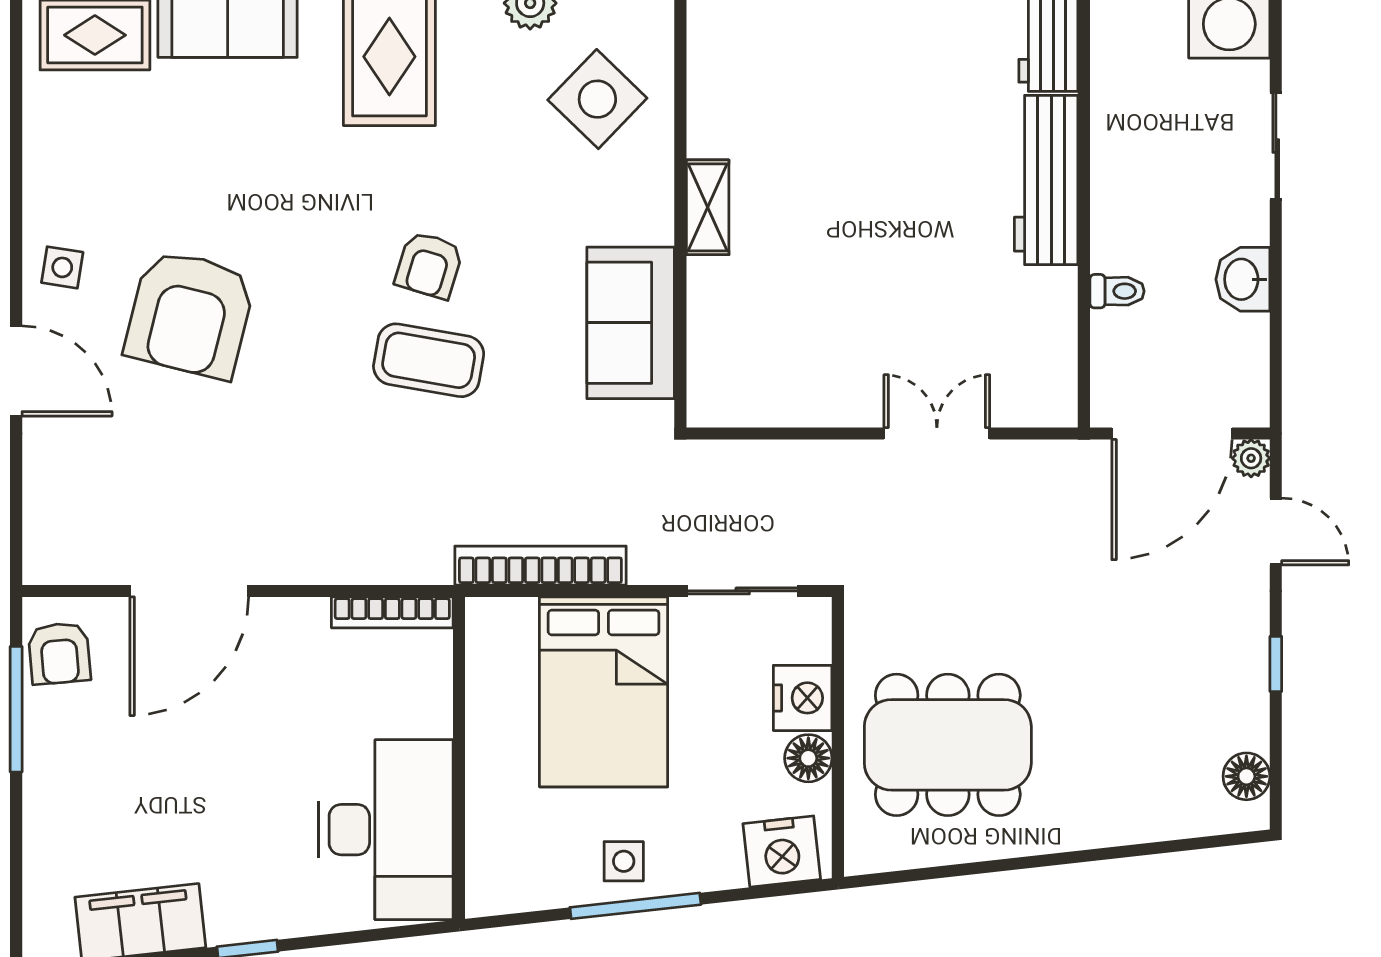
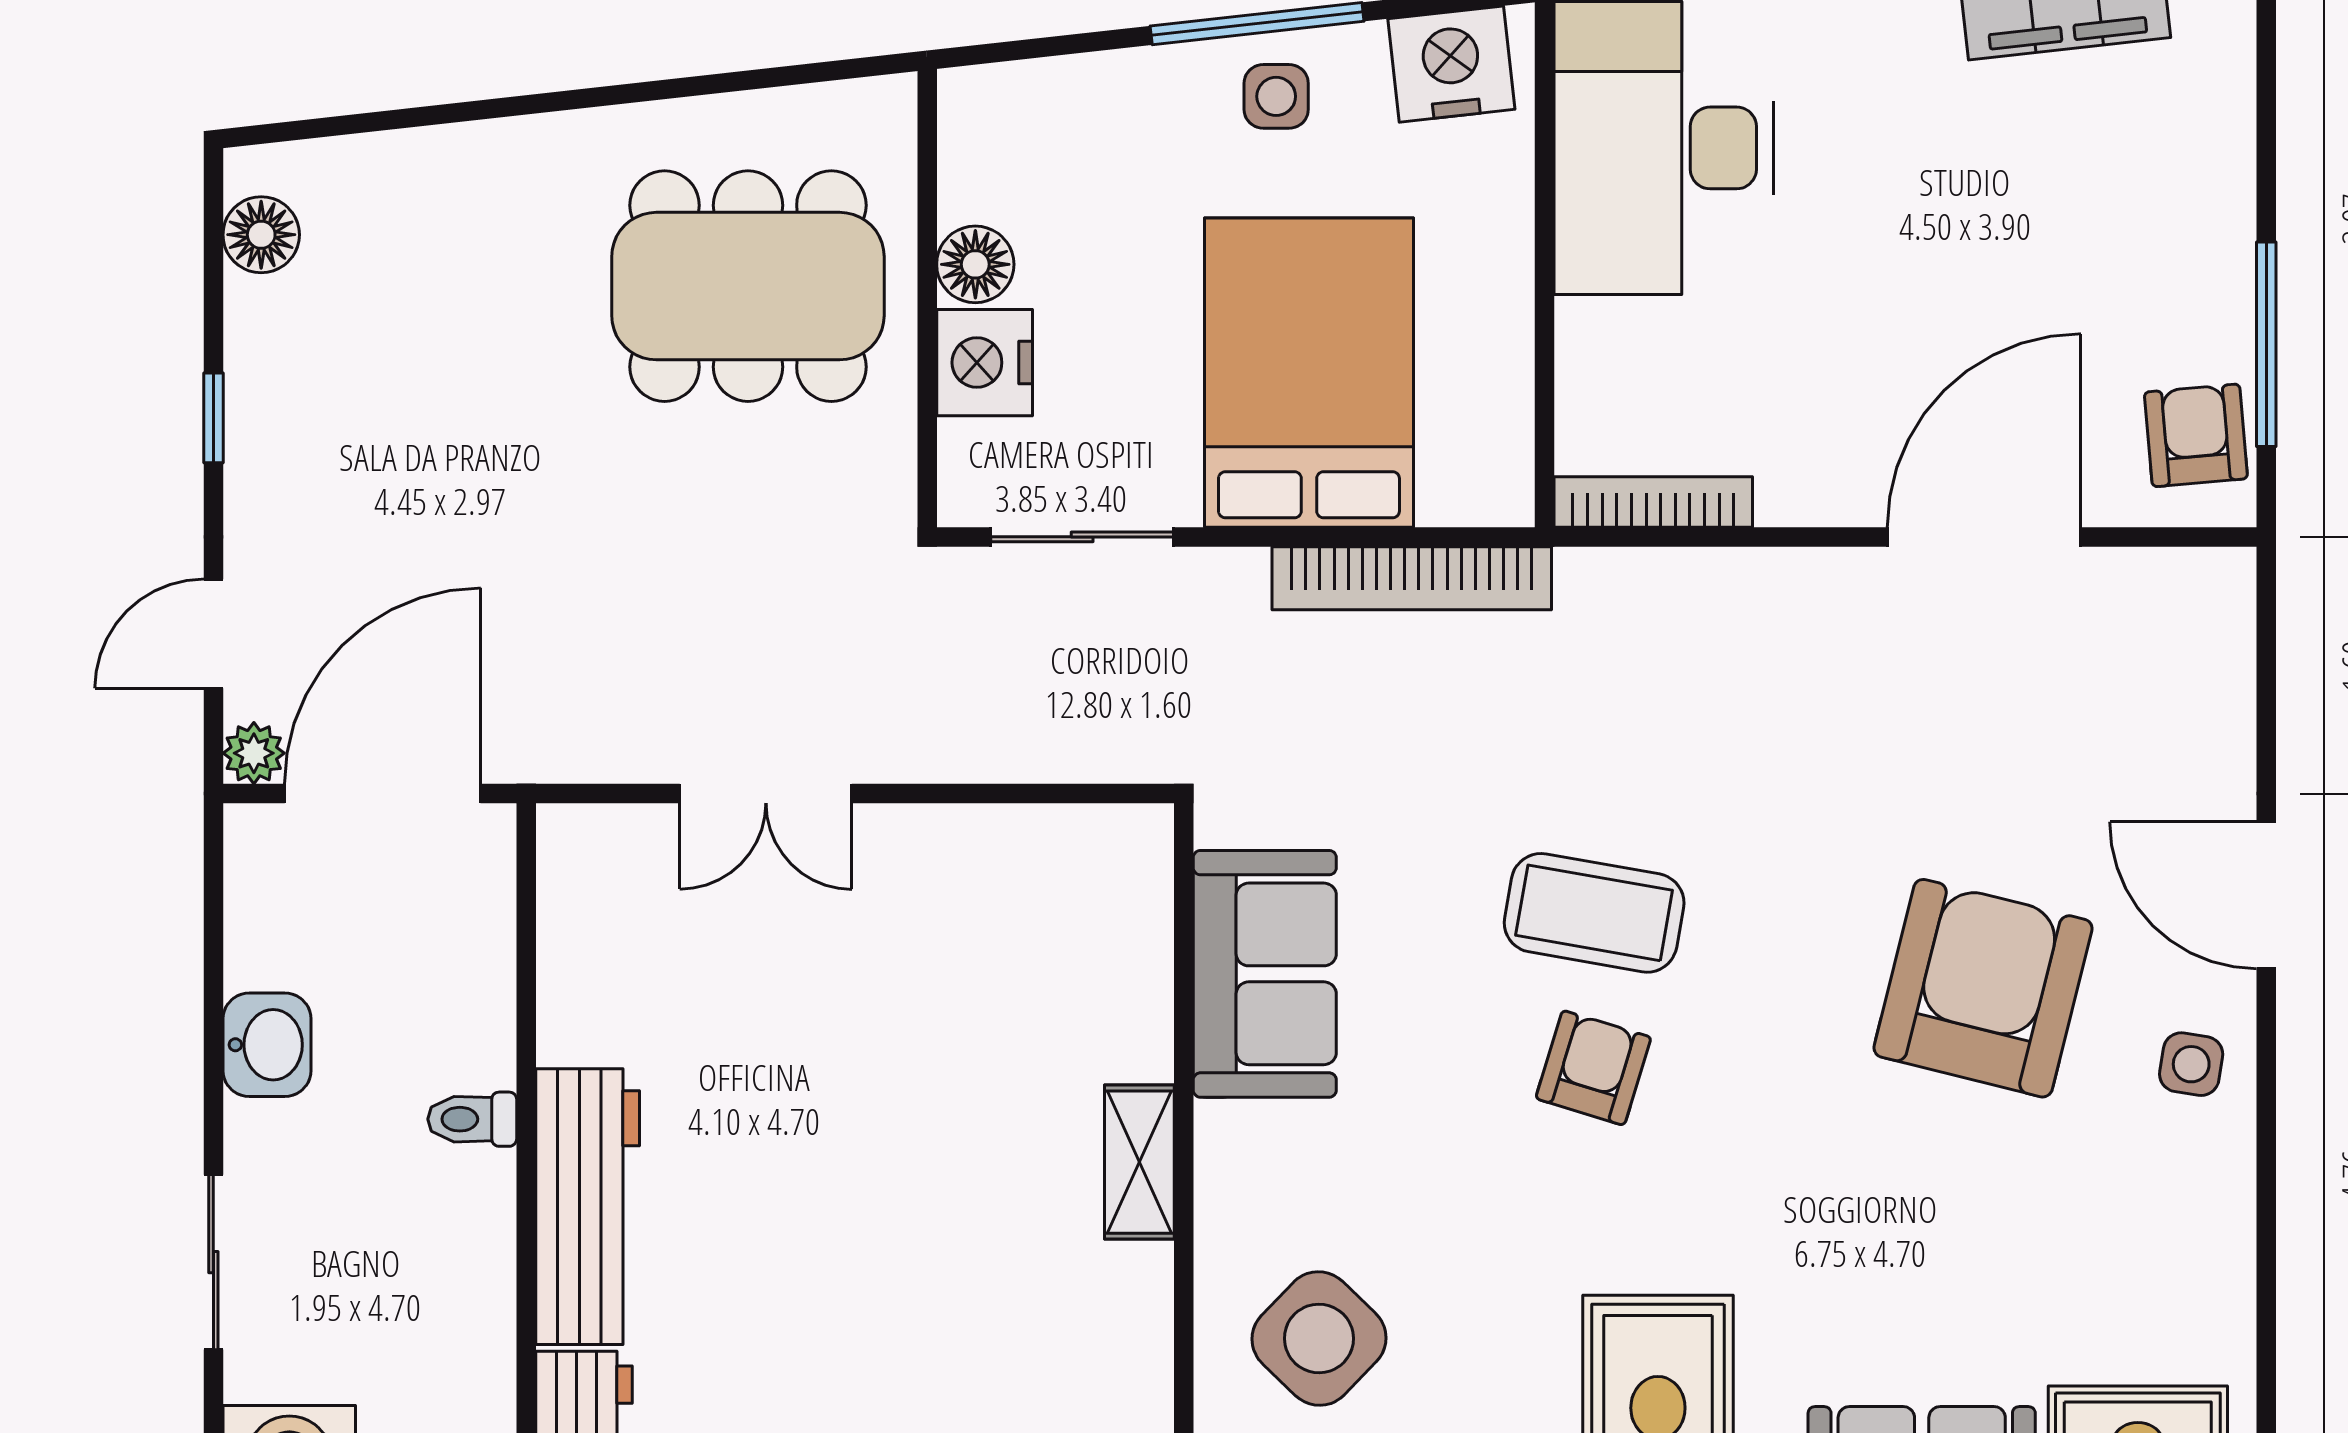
toilet: (1117, 291) -> (472, 1119), moved
door: (1276, 531) -> (213, 634), hinge flipped
nightstand: (782, 852) -> (1451, 64), moved

